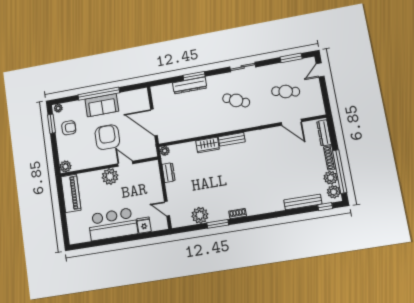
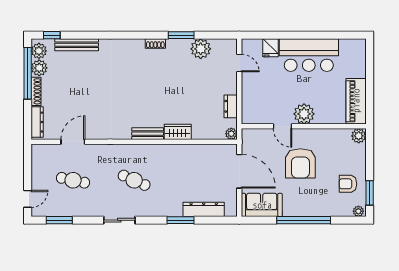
dresser: (190, 85) -> (204, 209), moved
sofa: (102, 105) -> (262, 205), moved
door: (291, 122) -> (73, 142), hinge flipped

